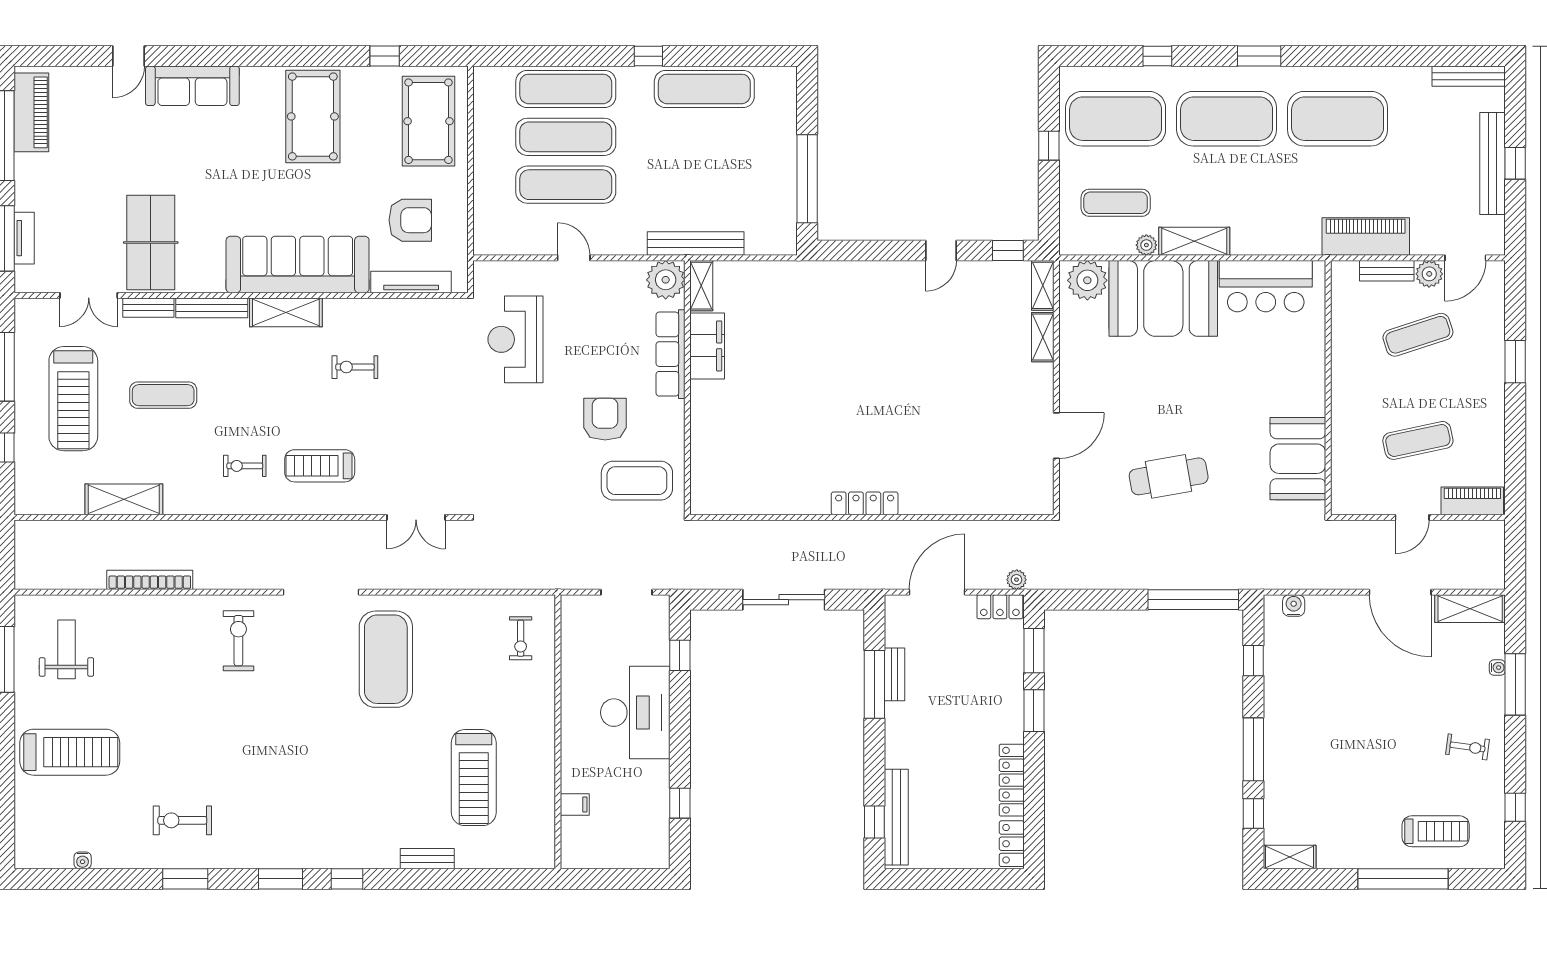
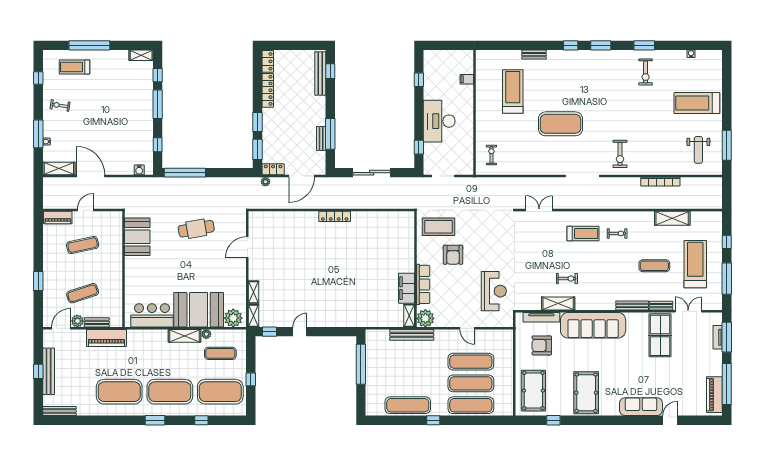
shelving: (286, 312) -> (558, 303), moved
exercise mat: (386, 659) -> (561, 124), moved, turned 90
exercise bike: (182, 820) -> (646, 72), turned 90

